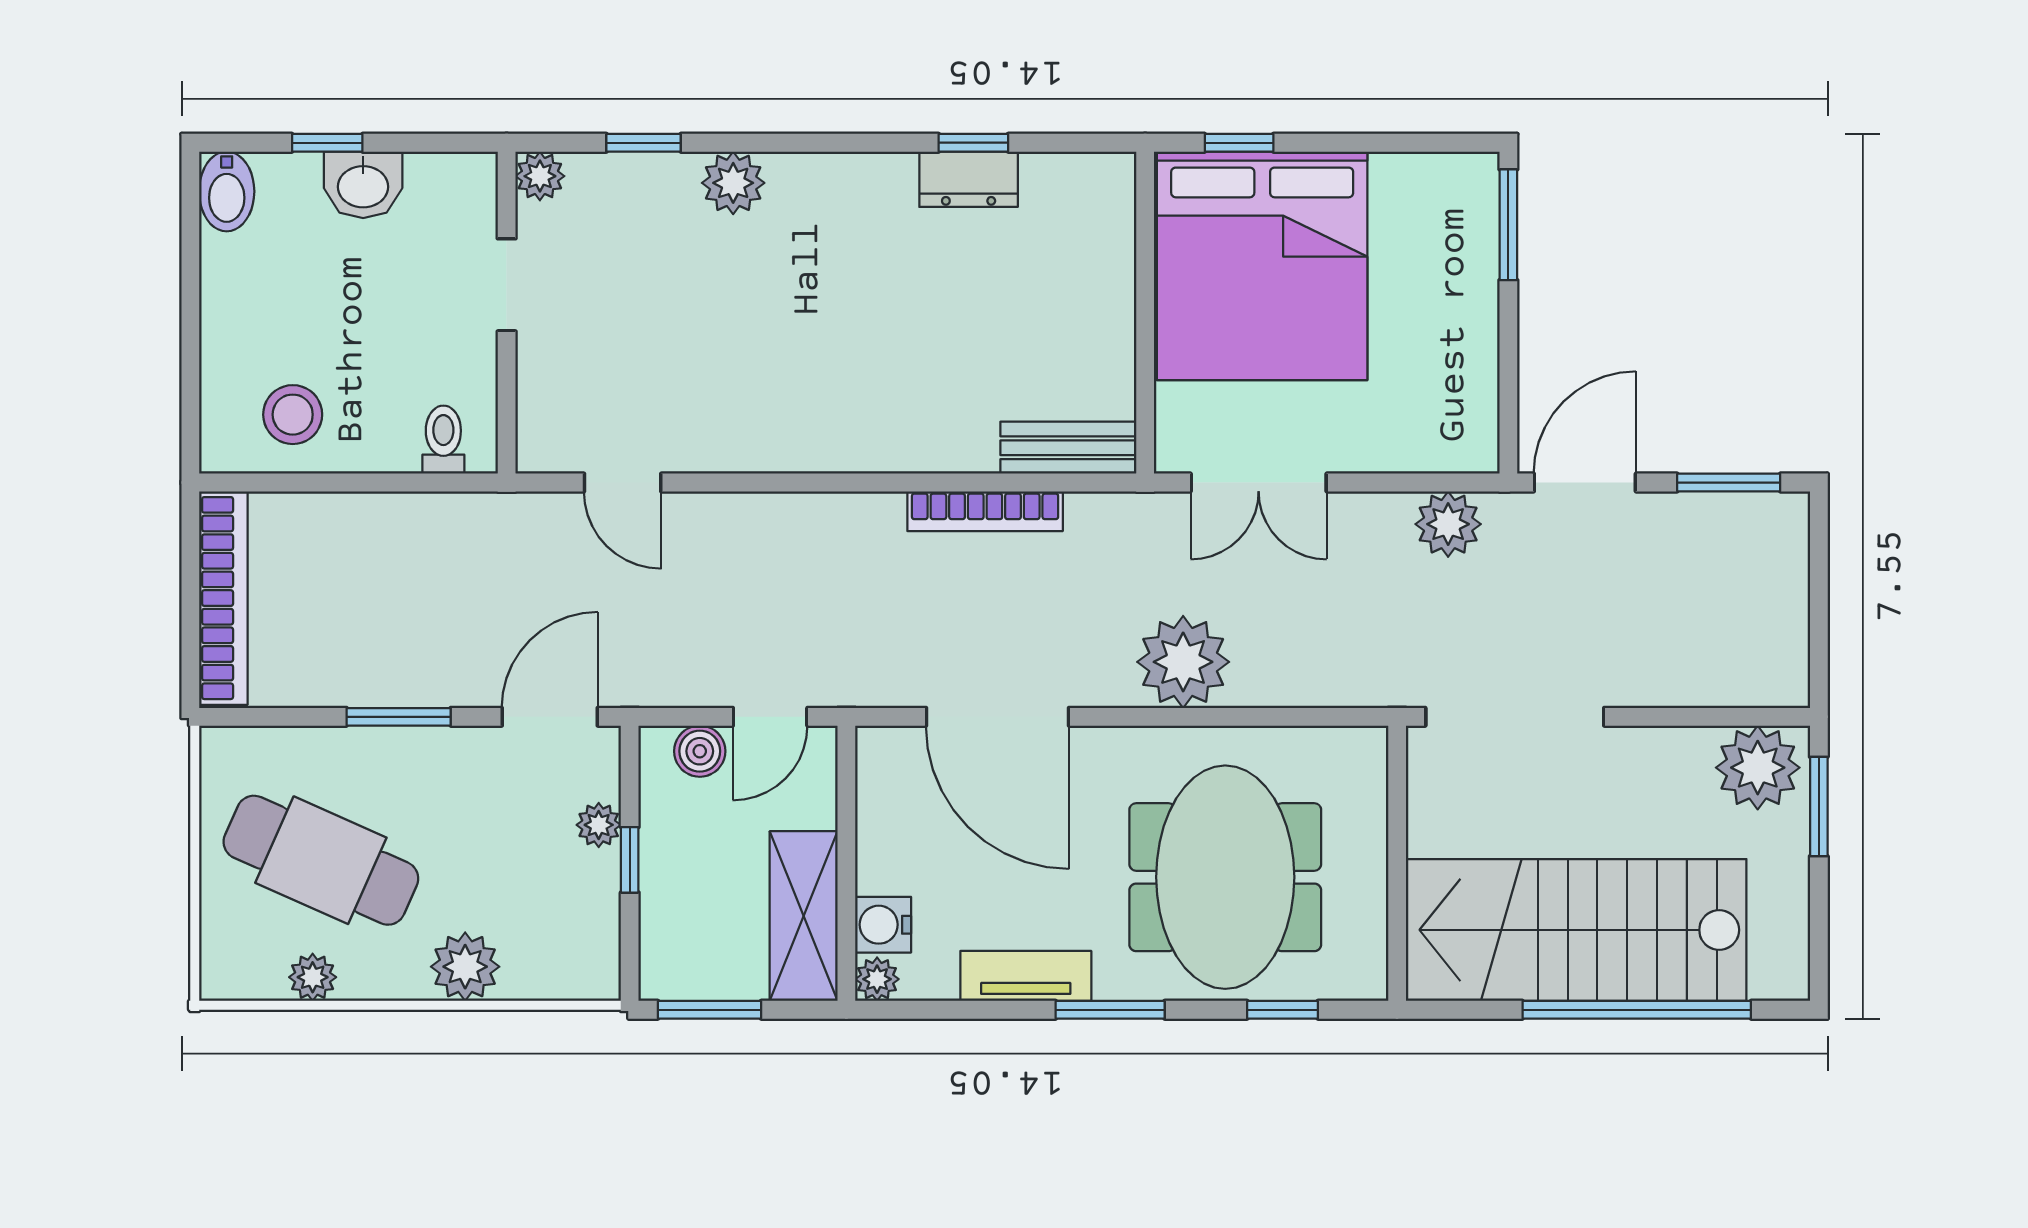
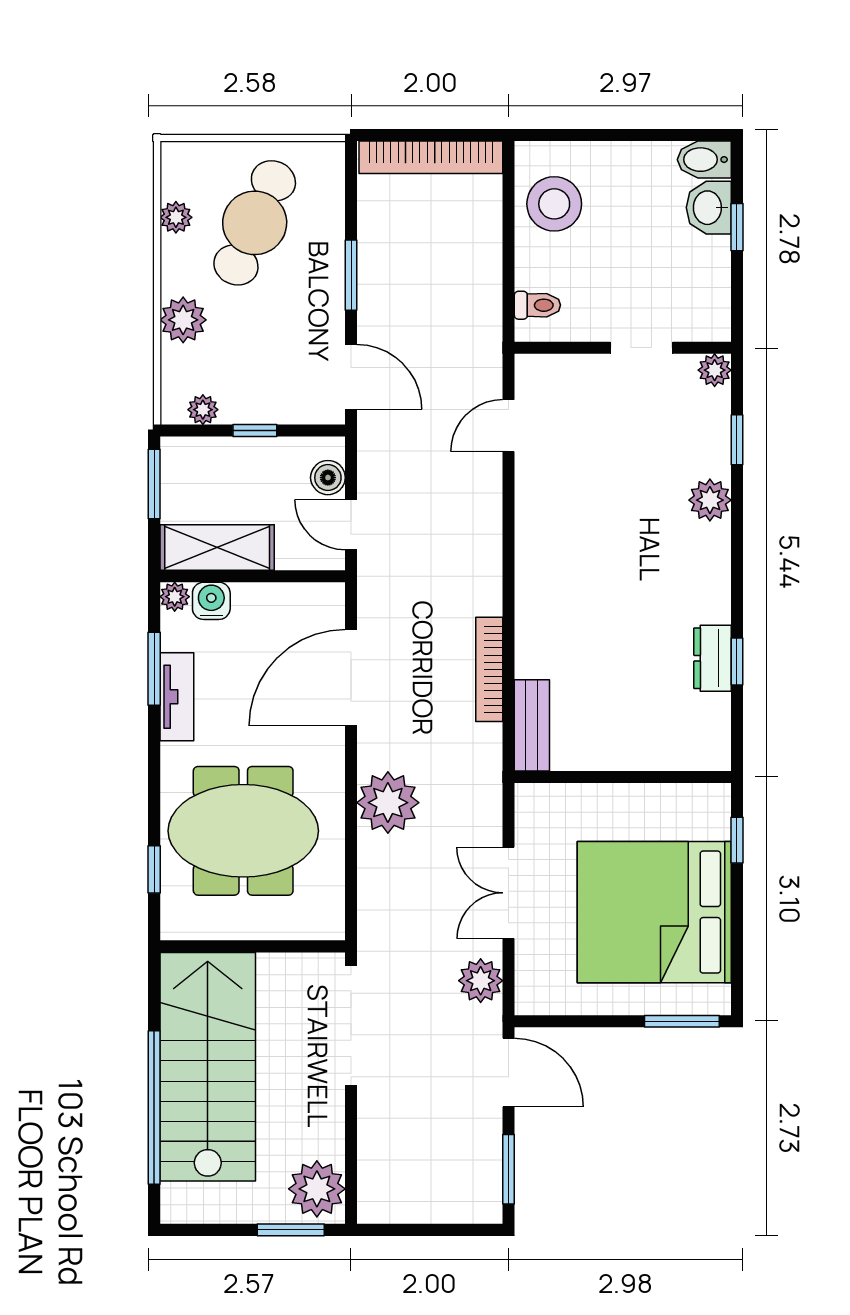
washbasin: (363, 185) -> (709, 208), moved
bed: (1262, 266) -> (654, 912), moved
stool: (293, 415) -> (554, 204), width x1.38, depth x1.38
double door: (1259, 483) -> (509, 893), moved
plant: (599, 825) -> (203, 410), moved
window: (1110, 1010) -> (154, 669), moved

